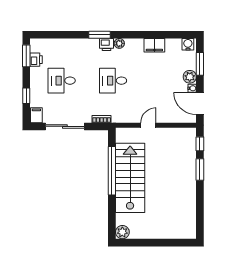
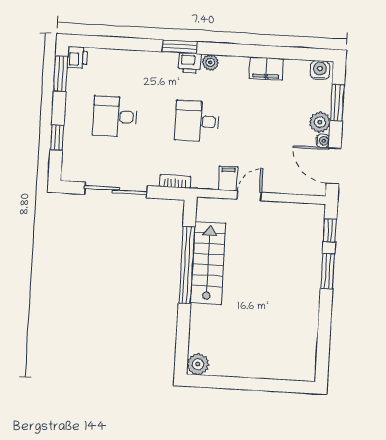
printer: (36, 60) -> (77, 57), moved
filing cabinet: (36, 115) -> (228, 178), moved
stairs: (130, 178) -> (208, 263), width x0.73, depth x0.66

